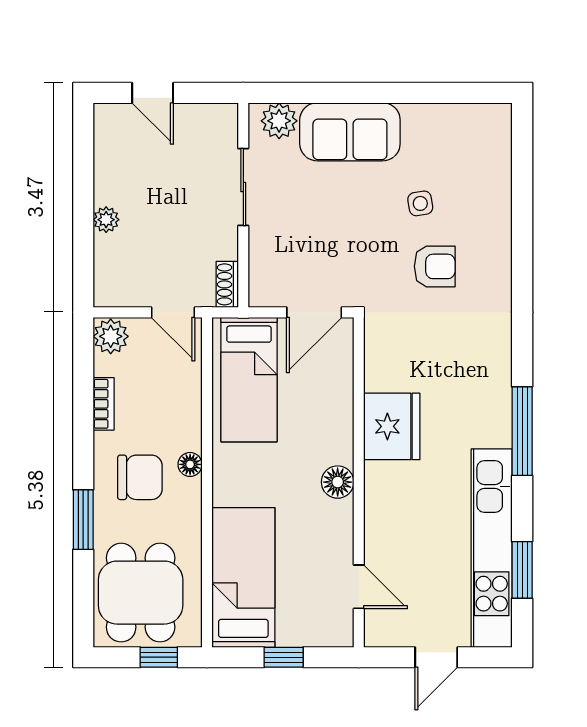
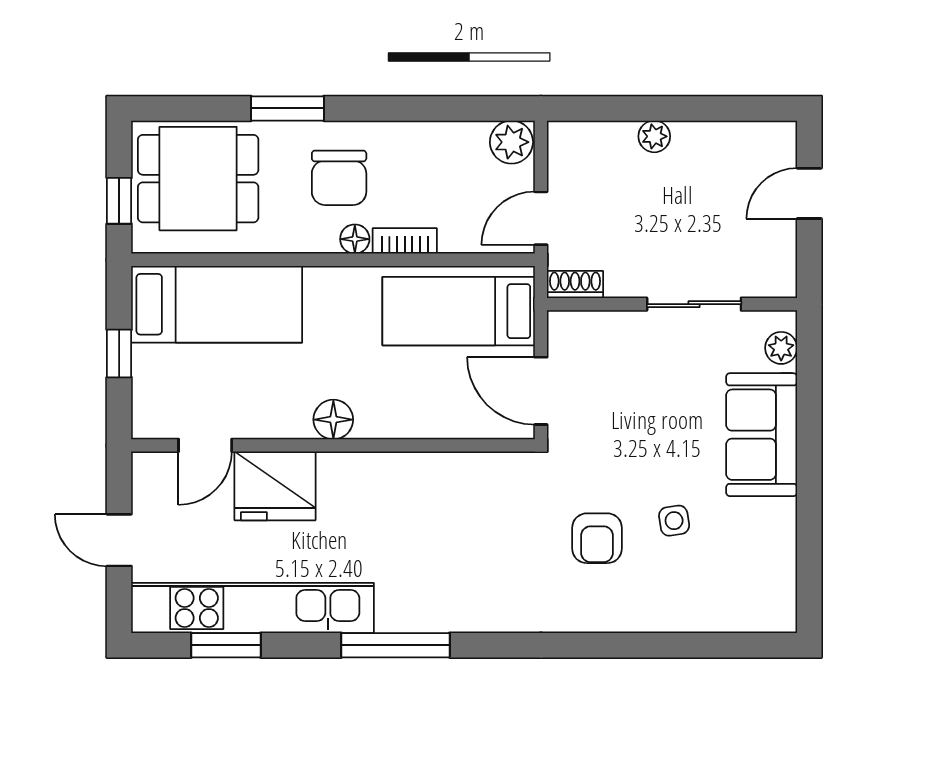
plant: (279, 121) -> (781, 348), width x0.73, depth x0.73
bookcase: (104, 404) -> (405, 241), moved, turned 180
fridge: (392, 426) -> (275, 486), moved

